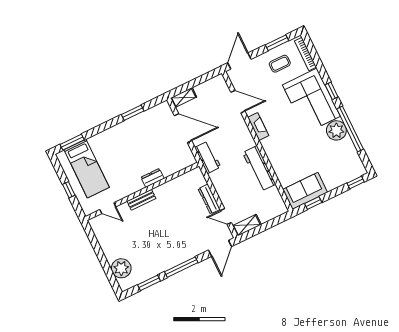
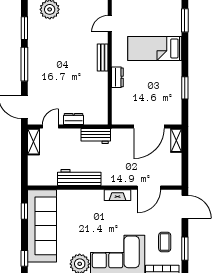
workbench: (208, 157) -> (96, 136), moved
bed: (87, 169) -> (155, 48), moved
sofa: (305, 191) -> (42, 226), width x1.85, depth x1.27
dresser: (209, 199) -> (74, 119), width x0.70

